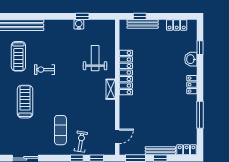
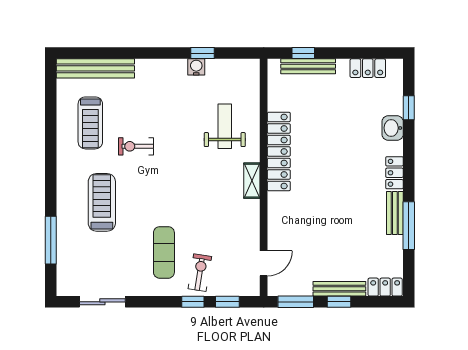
bench: (192, 108) -> (395, 213), added

